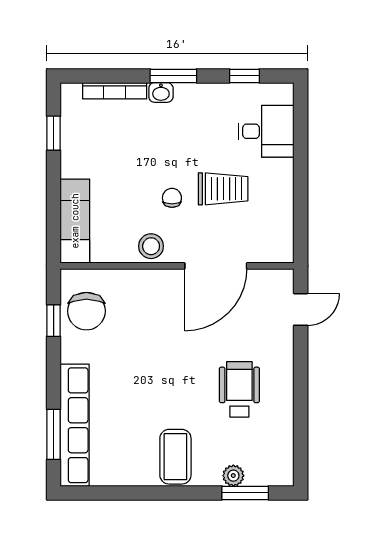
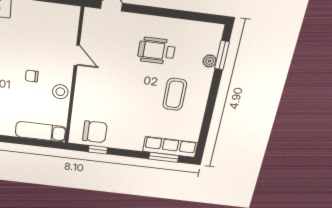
trolley: (223, 189) -> (29, 45), removed
door: (216, 266) -> (77, 55), width x0.53
row of seats: (75, 425) -> (170, 147), width x0.73
coffee table: (175, 457) -> (175, 94), moved, turned 90

